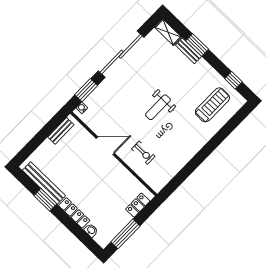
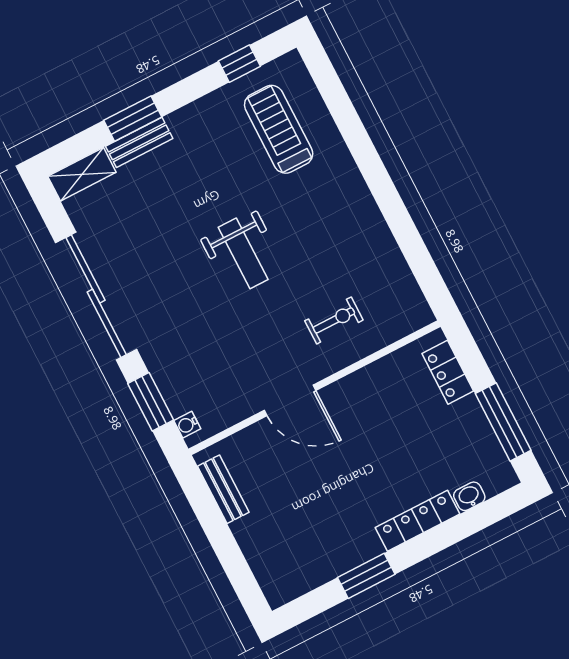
door: (105, 146) -> (290, 400), swing flipped
bench: (44, 183) -> (327, 566), removed

